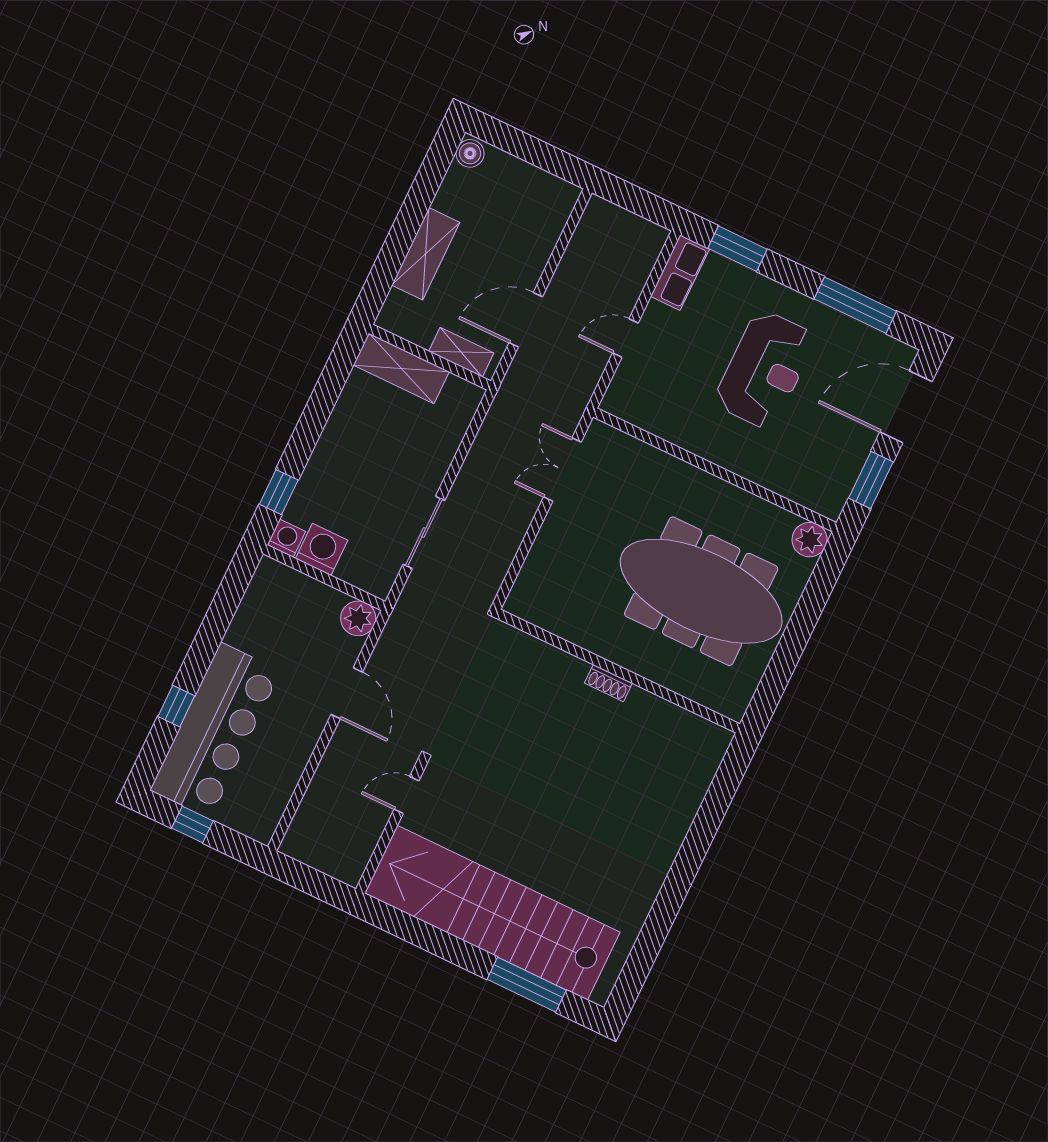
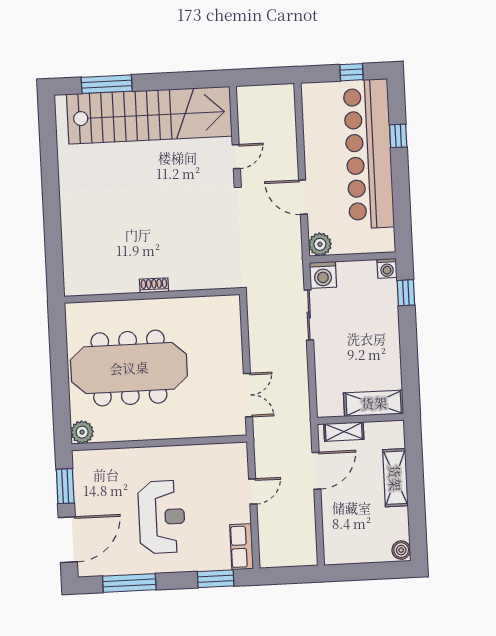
reception desk: (765, 370) -> (162, 517), turned 180
washing machine: (322, 549) -> (323, 275), moved
bar counter: (215, 731) -> (369, 154), width x1.36

